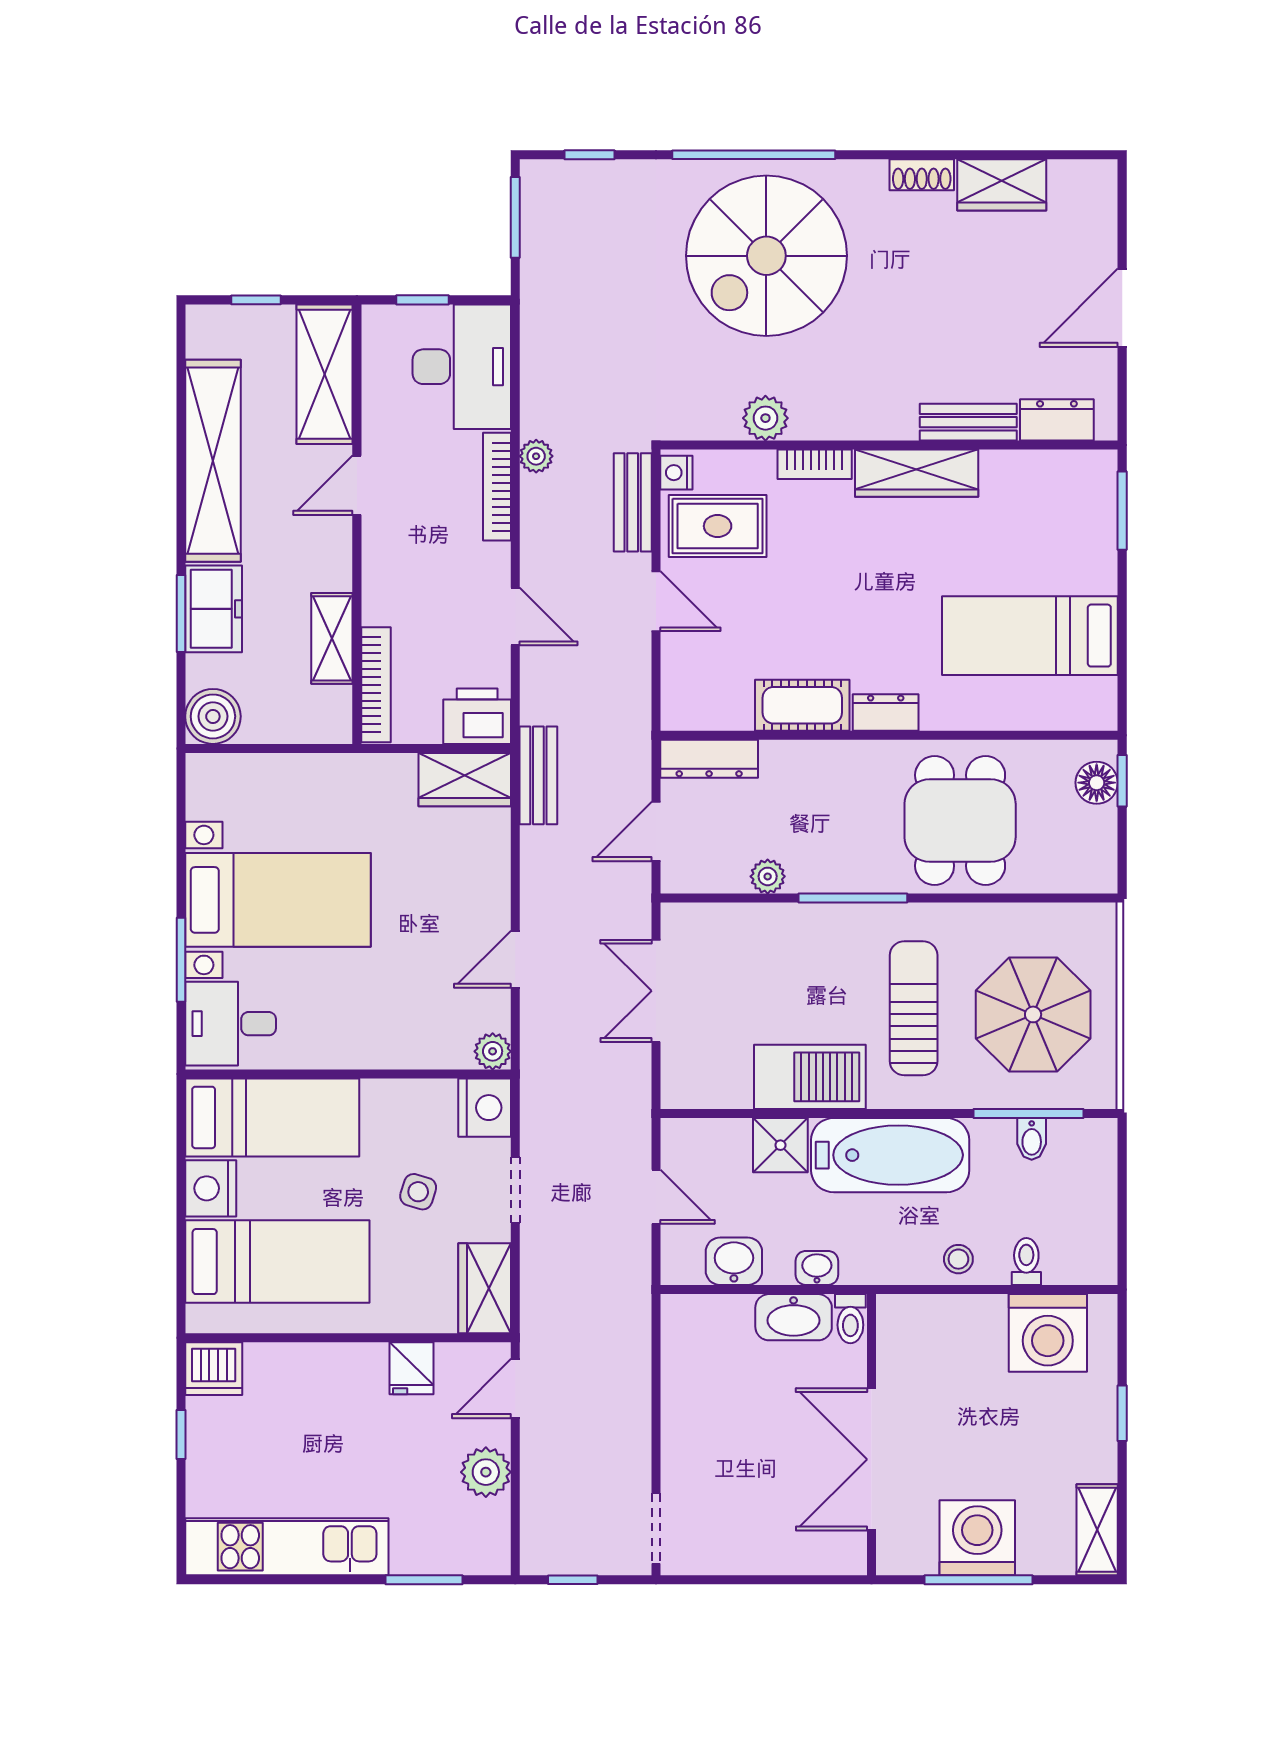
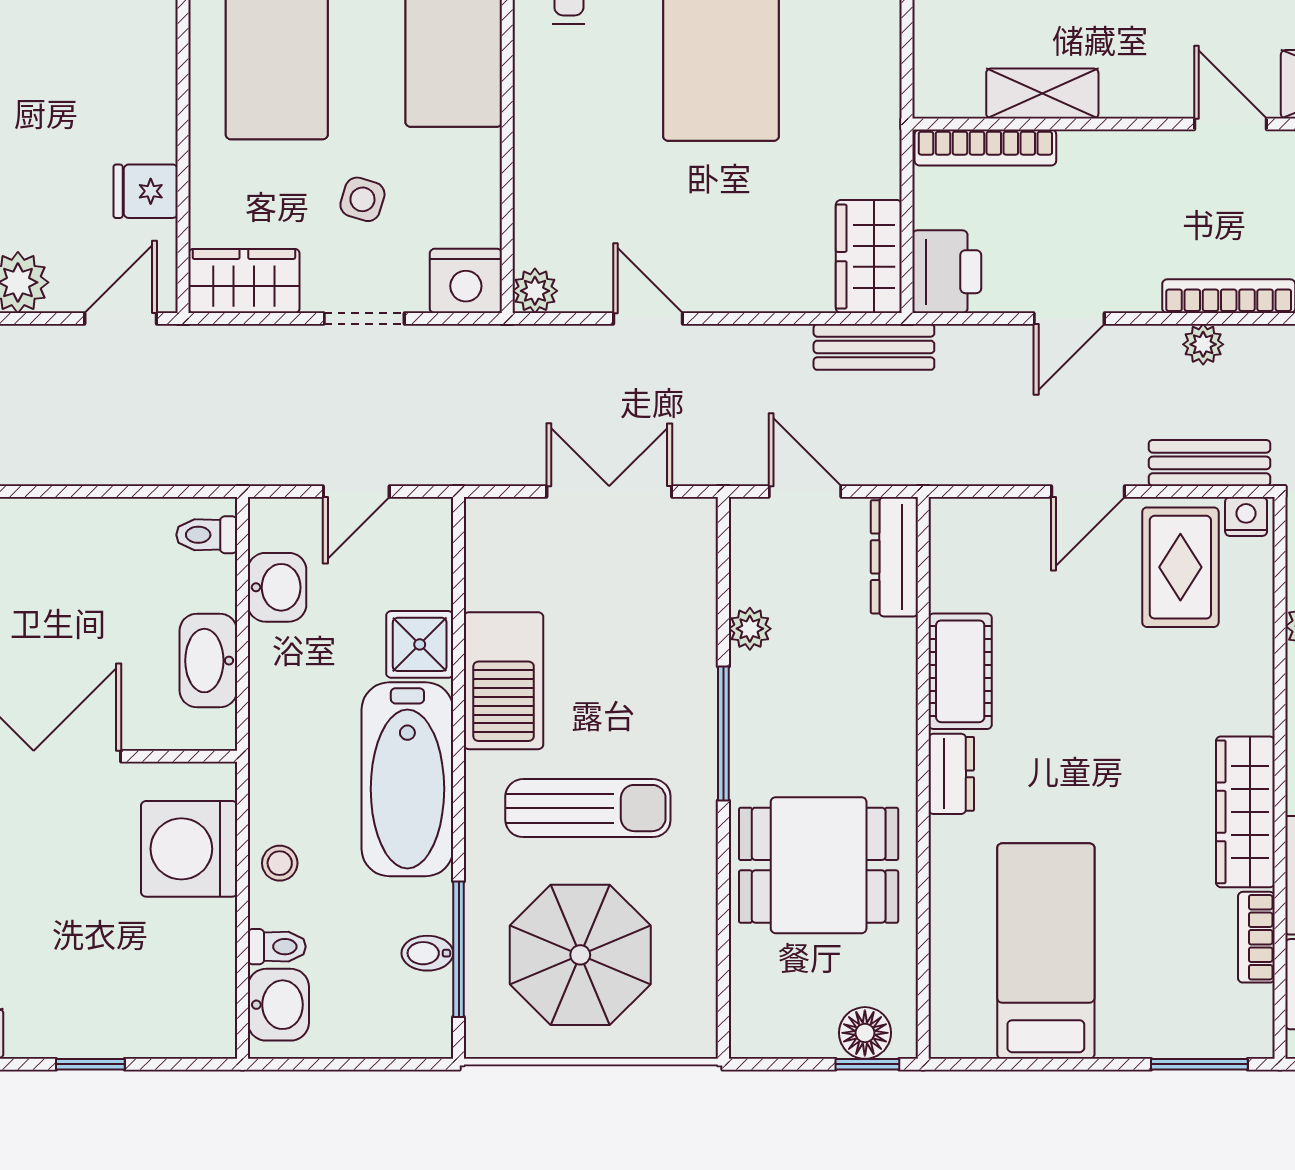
plant: (536, 456) -> (1203, 344), moved
bookcase: (815, 464) -> (1256, 937), moved
washbasin: (817, 1268) -> (278, 1005), moved, width x1.38, depth x1.45
toilet: (850, 1319) -> (207, 535), moved
washing machine: (1048, 1333) -> (189, 849), moved
door: (515, 1388) -> (121, 319), hinge flipped

